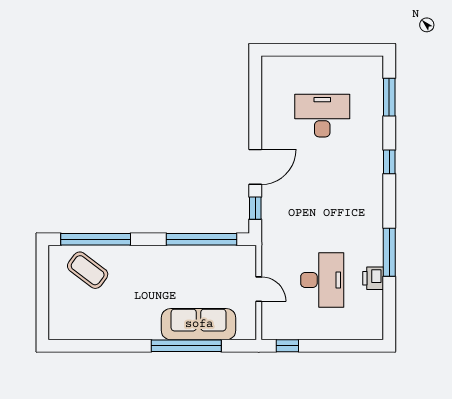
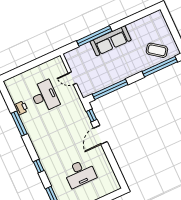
desk: (322, 280) -> (45, 96), turned 180
sofa: (199, 324) -> (111, 41), moved
window: (287, 346) -> (47, 58), removed

